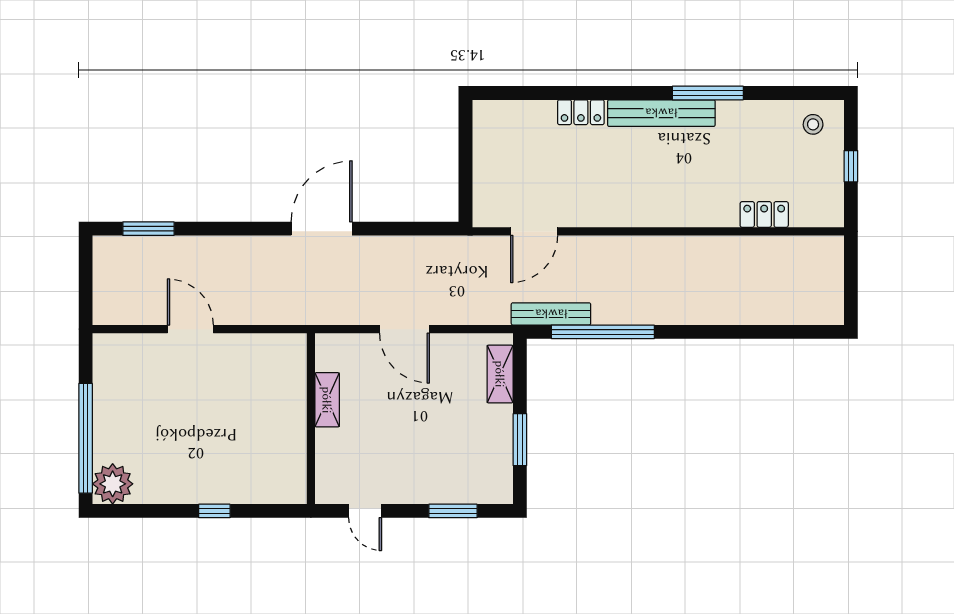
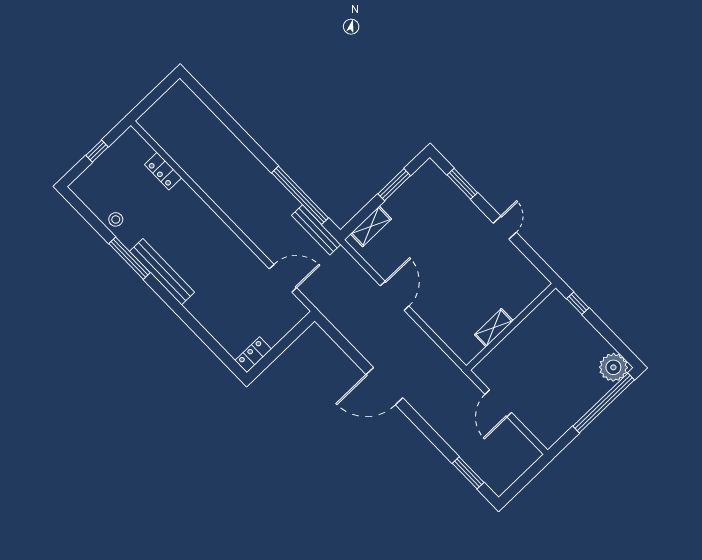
locker: (581, 112) -> (253, 355), moved, turned -90
stool: (813, 124) -> (116, 219), moved
shelving: (327, 400) -> (494, 328), moved
wall: (311, 419) -> (511, 327), moved

